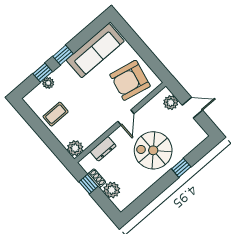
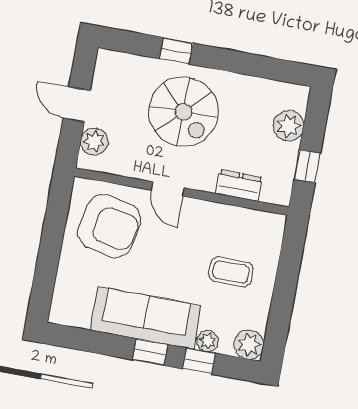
sofa: (95, 51) -> (146, 318), moved
coffee table: (56, 114) -> (231, 272), moved
door: (126, 118) -> (168, 189), swing flipped
plant: (75, 148) -> (249, 345), moved
shoe rack: (97, 178) -> (289, 161), removed

